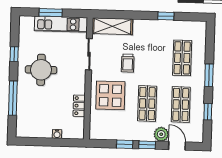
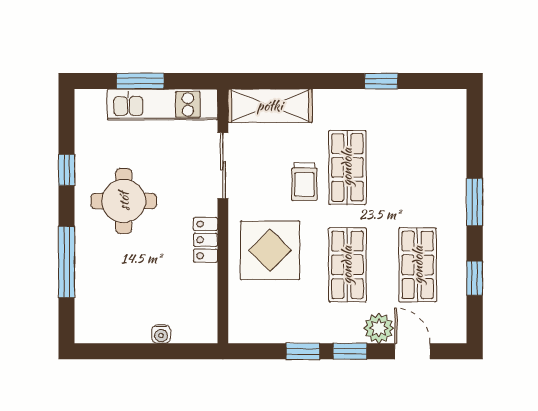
shop shelf: (182, 58) -> (347, 167), moved
locker: (79, 106) -> (206, 240), moved

